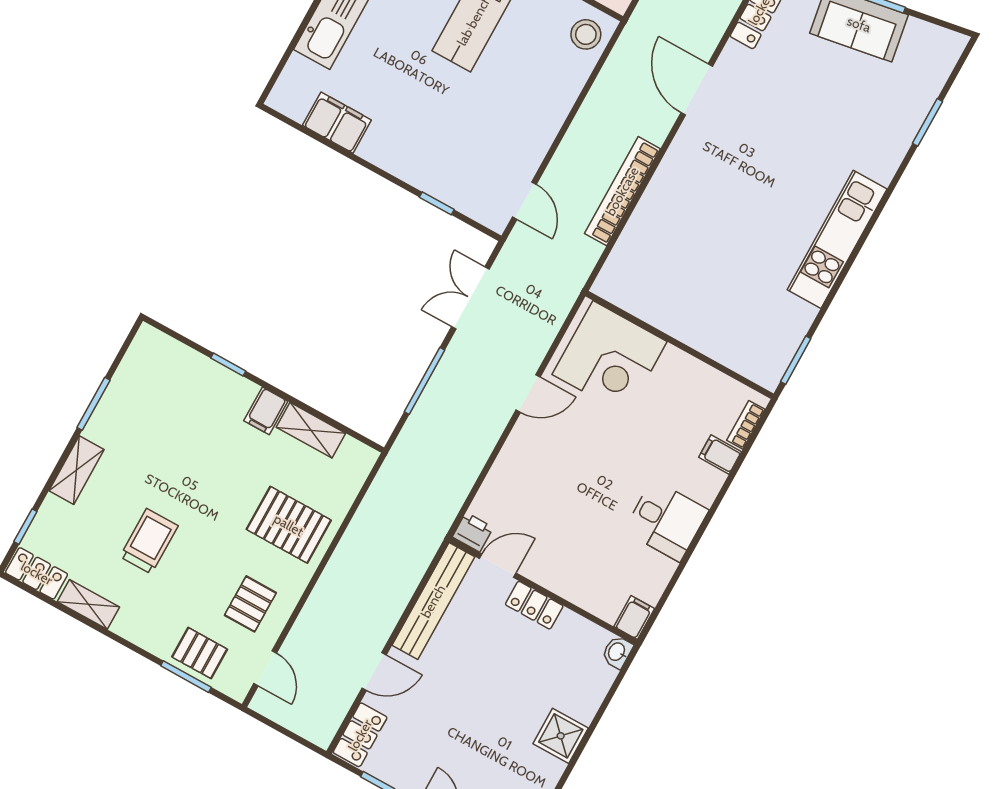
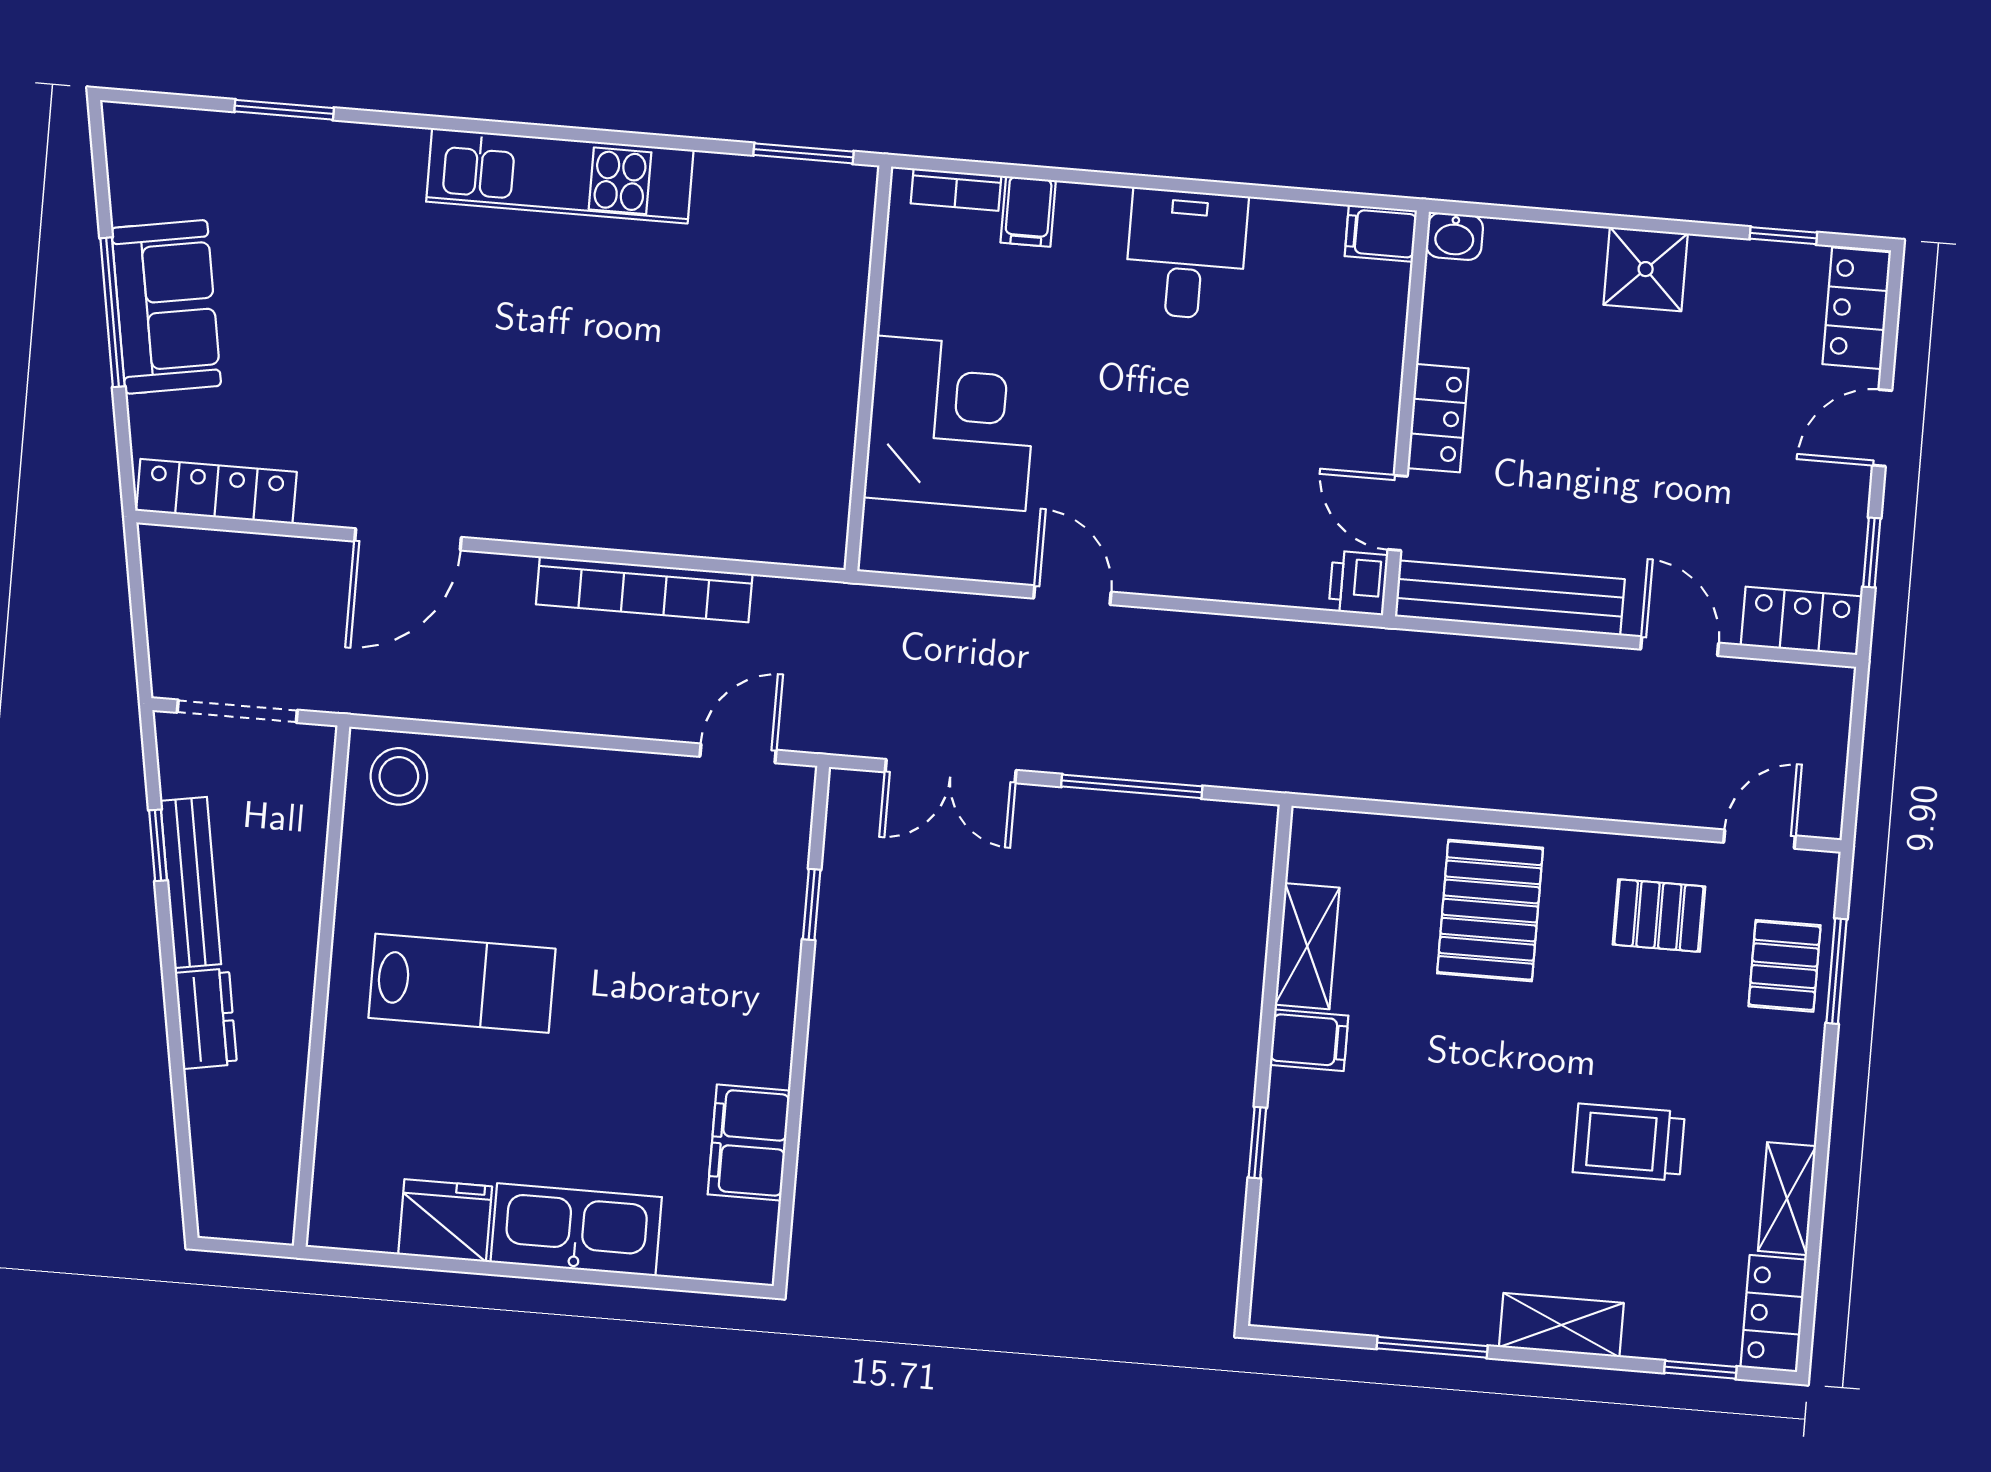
corner desk: (610, 358) -> (951, 423), moved

